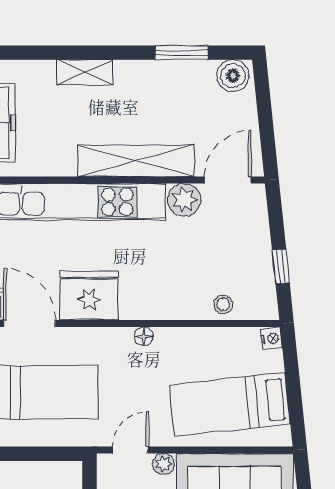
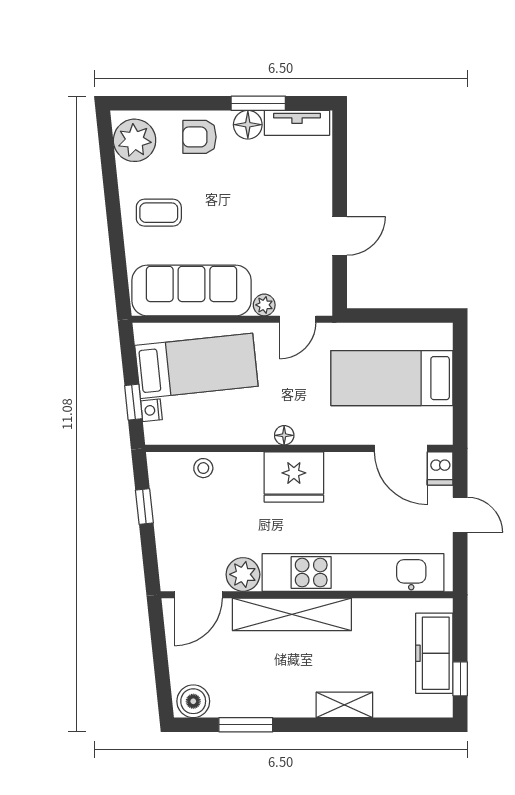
fridge: (89, 295) -> (294, 477), moved
nightstand: (272, 338) -> (151, 410), moved
window: (292, 369) -> (133, 402), added

